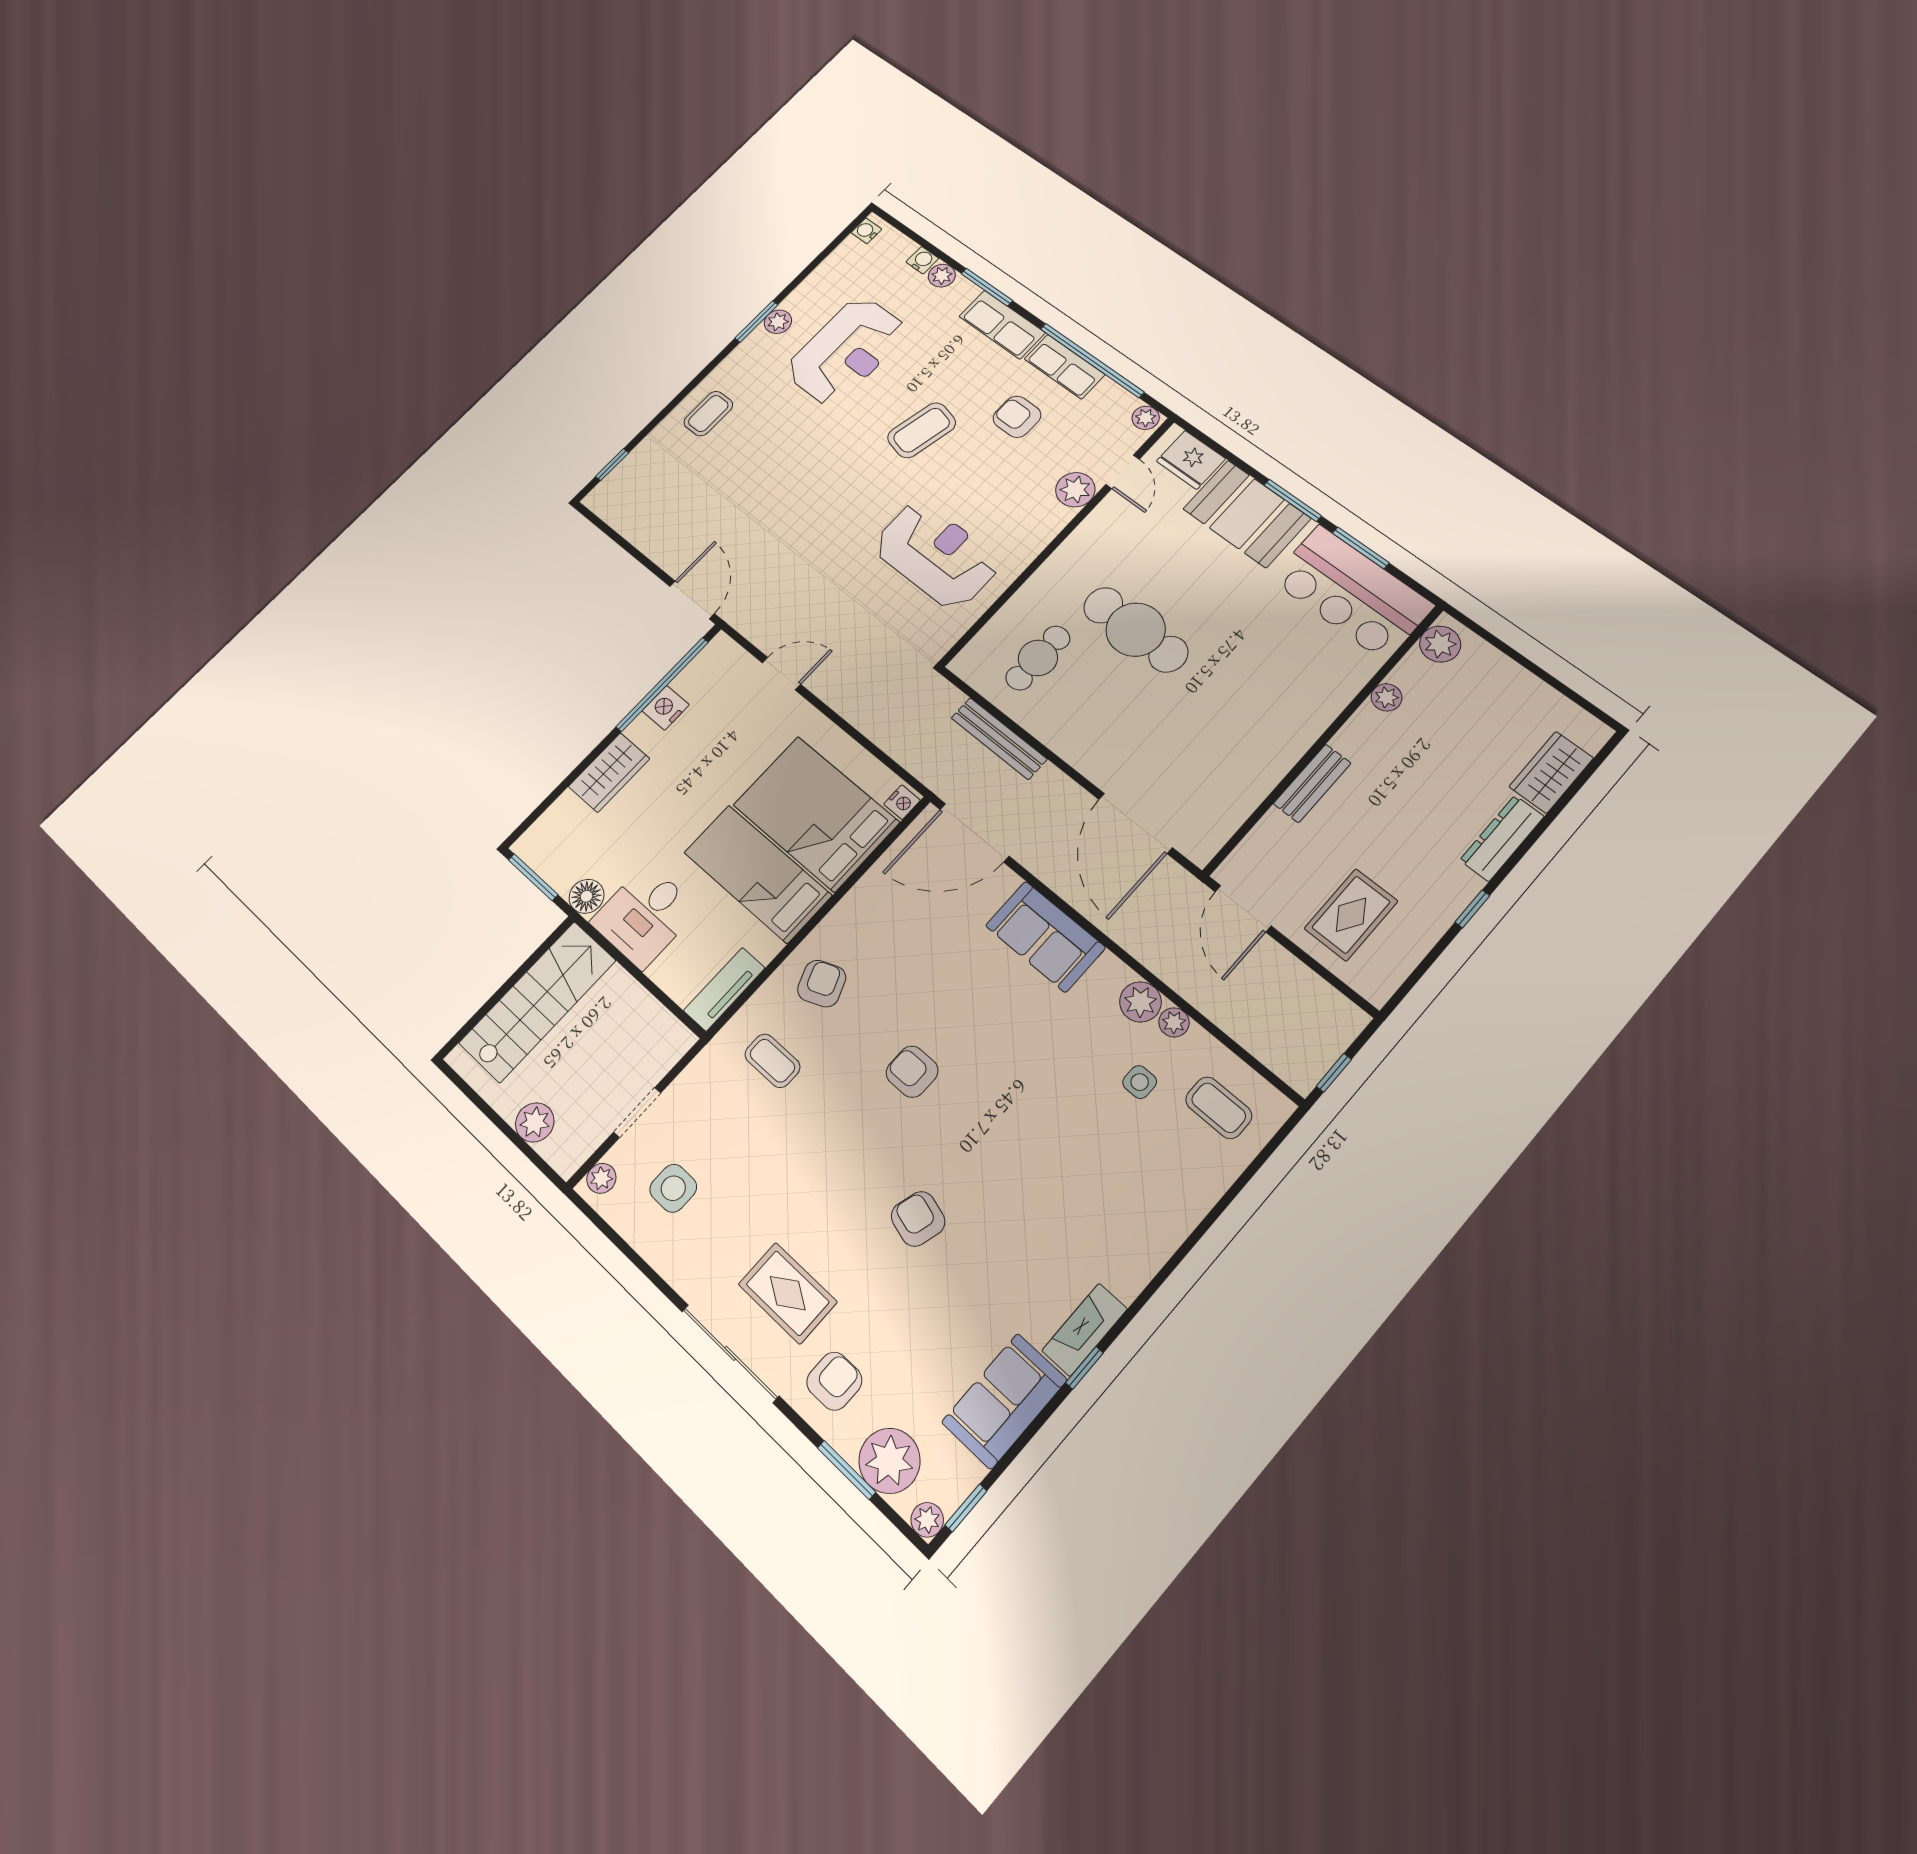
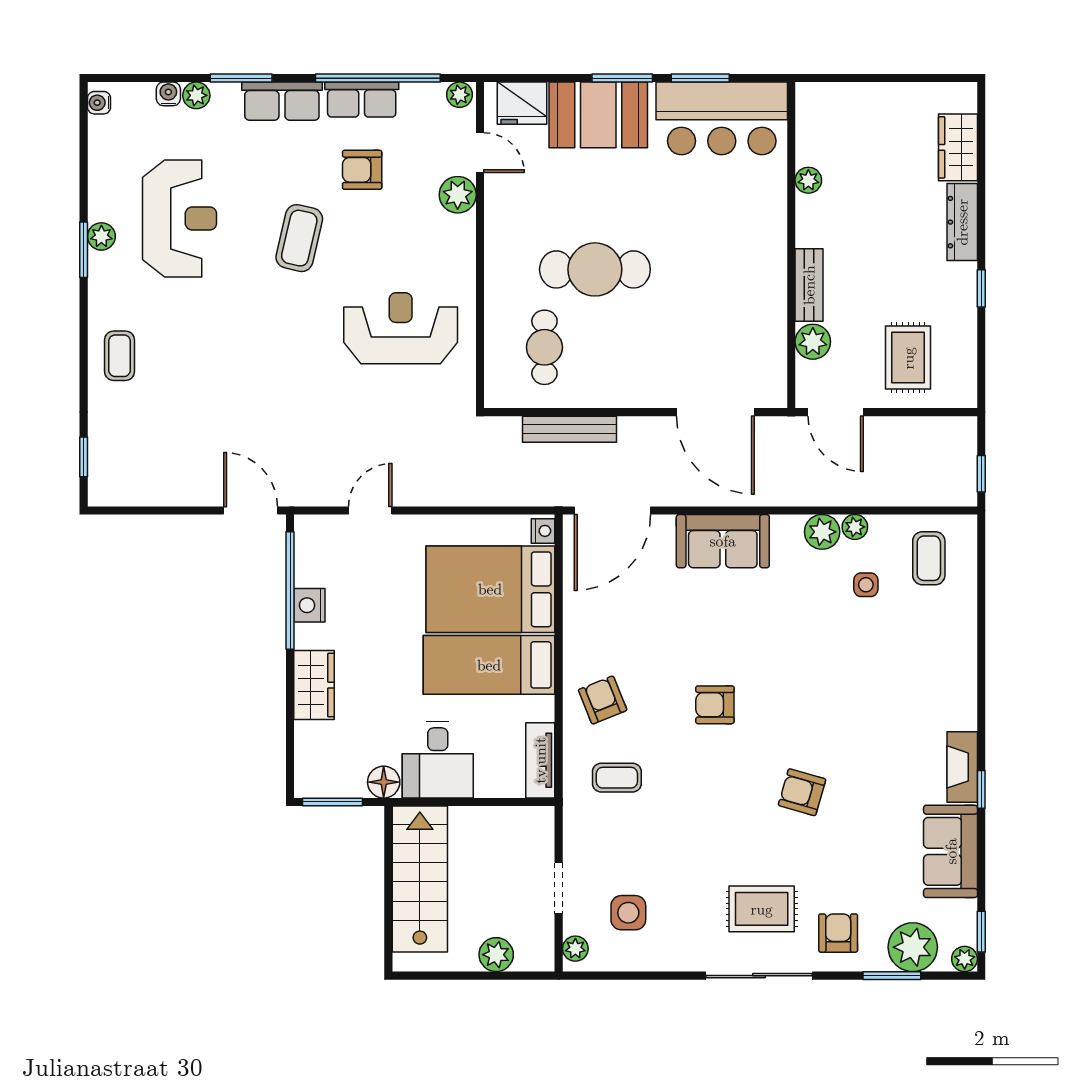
plant: (1440, 644) -> (813, 342), moved
coffee table: (1219, 1108) -> (929, 558), turned 90

